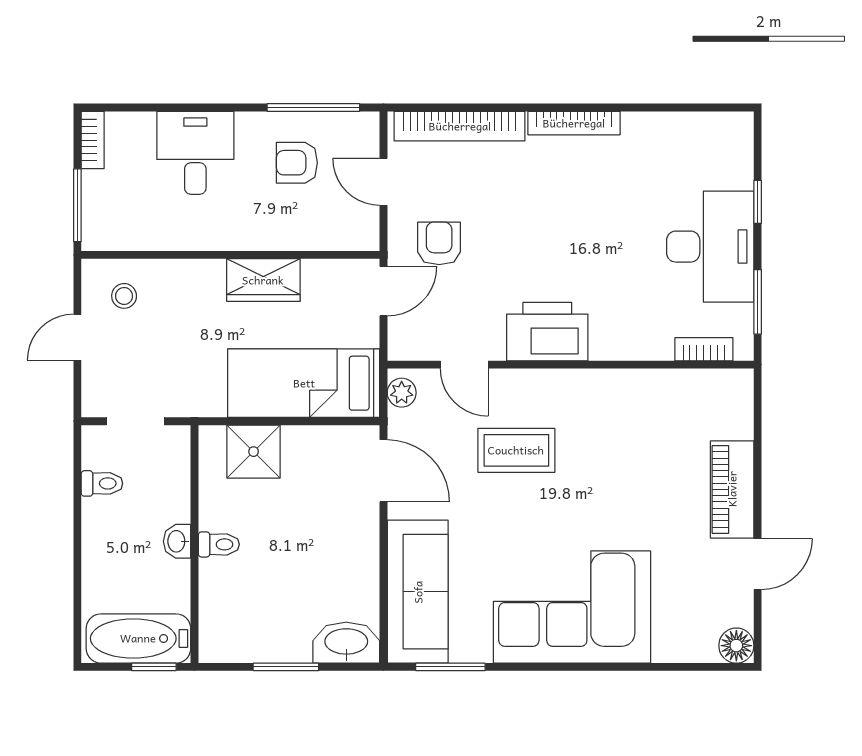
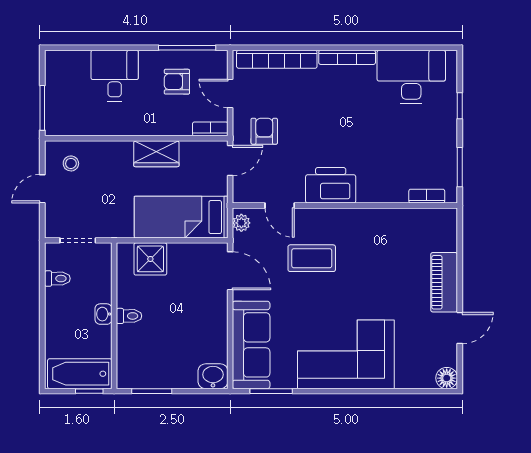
bookcase: (93, 140) -> (210, 129), moved, turned -90
desk: (710, 247) -> (411, 77), moved, turned -90
washbasin: (346, 643) -> (213, 376), width x0.72
window: (286, 667) -> (152, 391), moved

